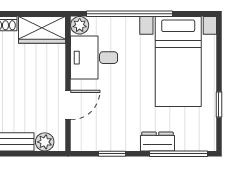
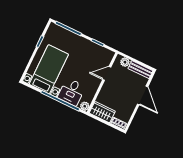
desk: (94, 58) -> (71, 92), moved, turned 90
dresser: (157, 142) -> (75, 38), removed

